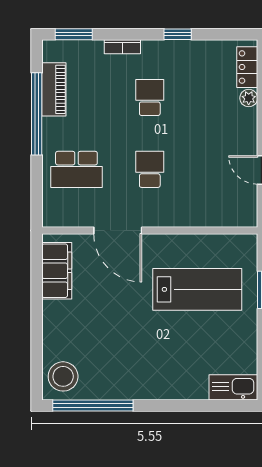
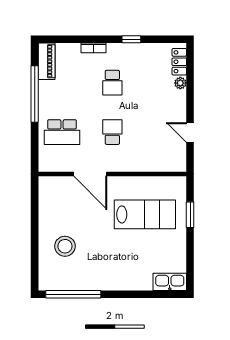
window: (74, 34) -> (60, 39), removed
piano: (54, 89) -> (47, 61), moved
school desk: (150, 97) -> (112, 83), turned 180
filing cabinet: (57, 271) -> (48, 202), removed
stool: (63, 376) -> (65, 246), moved

